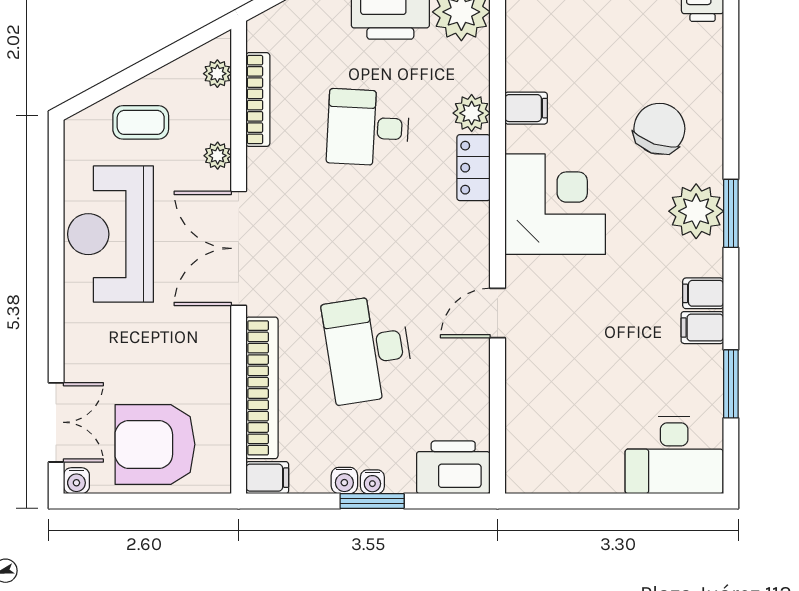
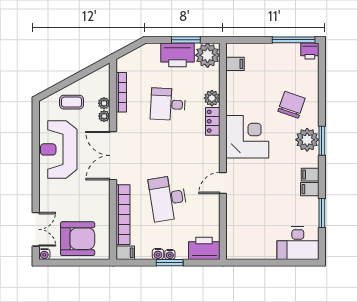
plant: (217, 74) -> (104, 103), moved
filing cabinet: (526, 108) -> (235, 64), moved
armchair: (155, 444) -> (78, 239), turned 180

